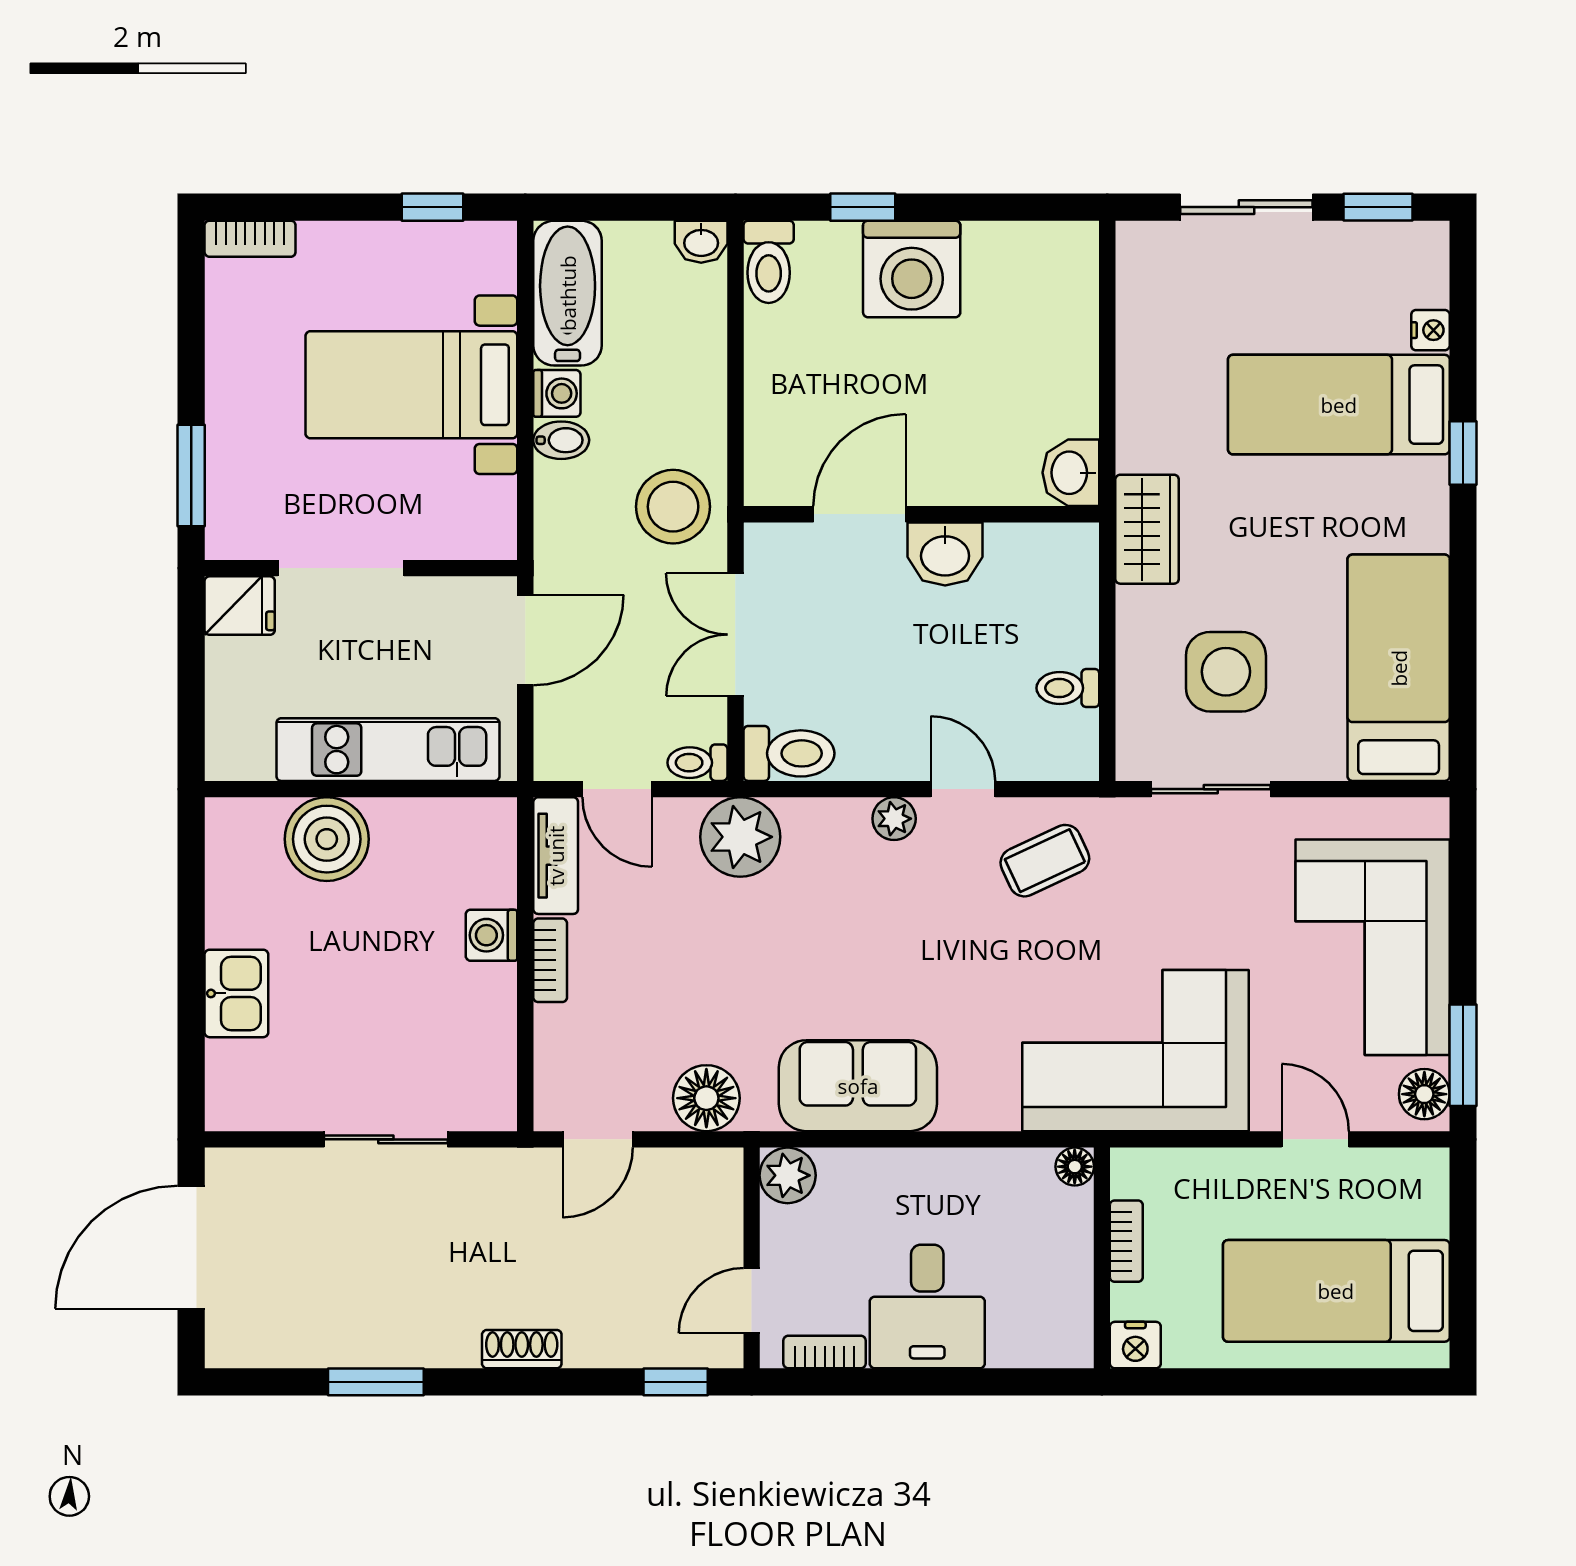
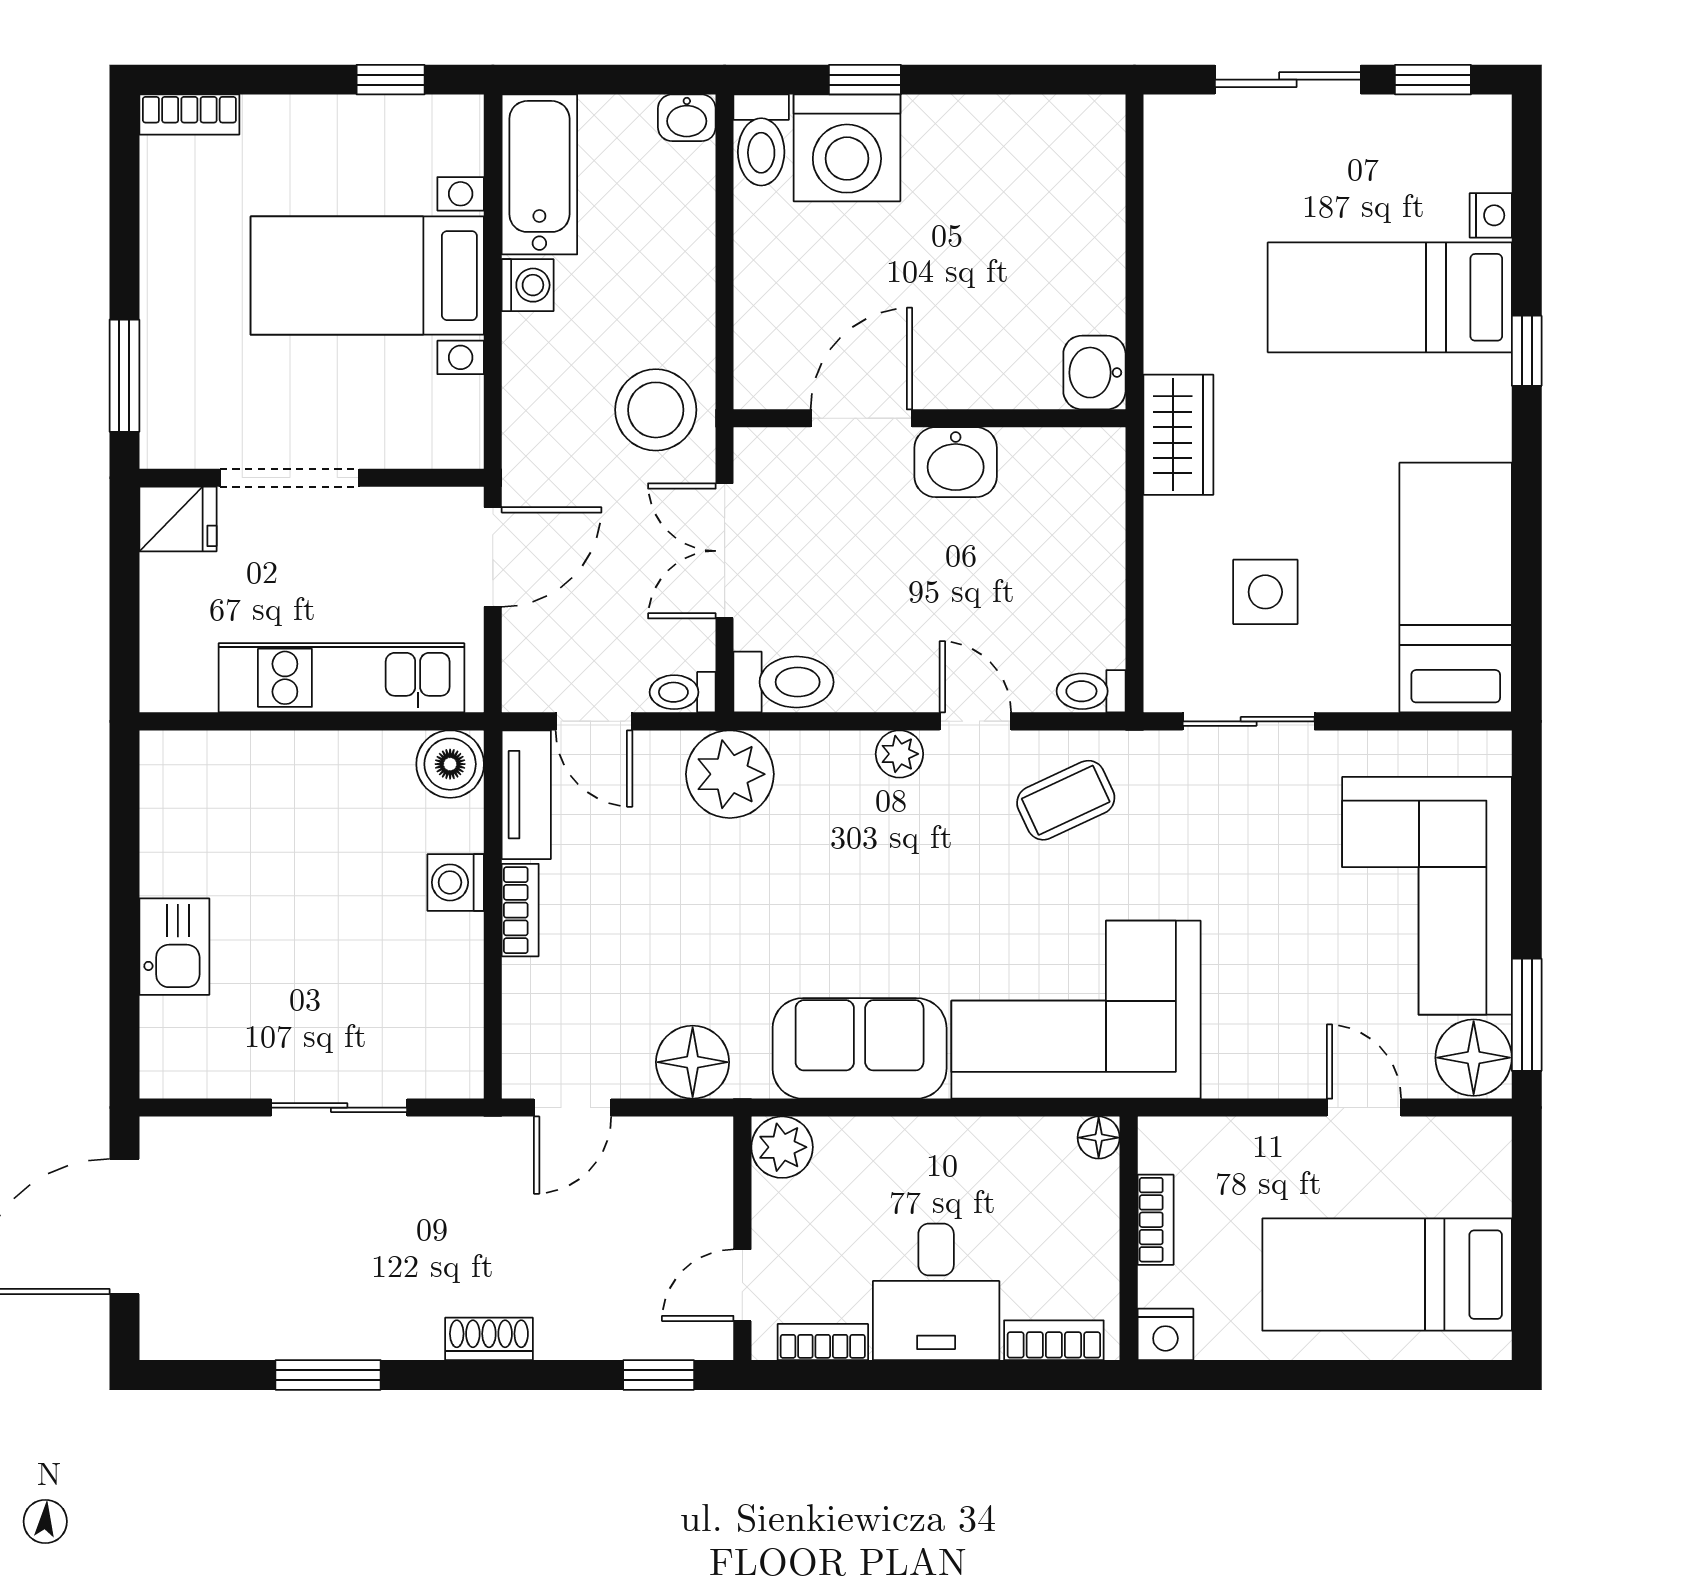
washing machine: (912, 269) -> (847, 148), moved
bidet: (561, 440) -> (532, 337), removed
side table: (1226, 672) -> (1265, 592), width x0.73, depth x0.73
toilet: (1068, 688) -> (1091, 691), moved
boiler: (327, 839) -> (450, 764), moved, width x0.73, depth x0.73
corner sofa: (1135, 1051) -> (1076, 1010), moved
floor lamp: (1424, 1094) -> (1474, 1058), width x1.38, depth x1.38
bookcase: (1034, 1350) -> (1054, 1340), added

